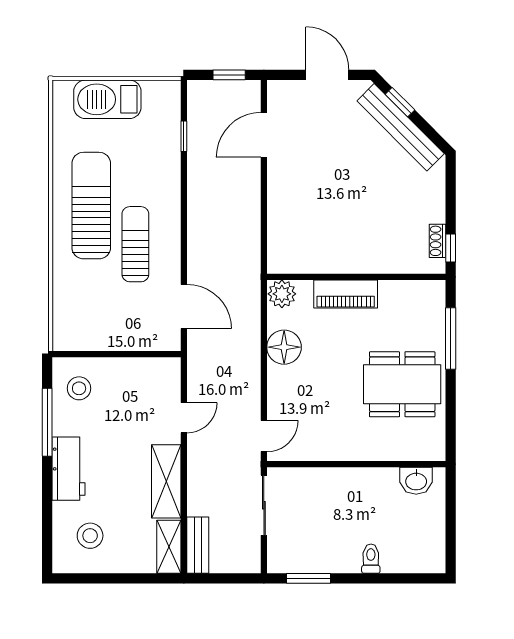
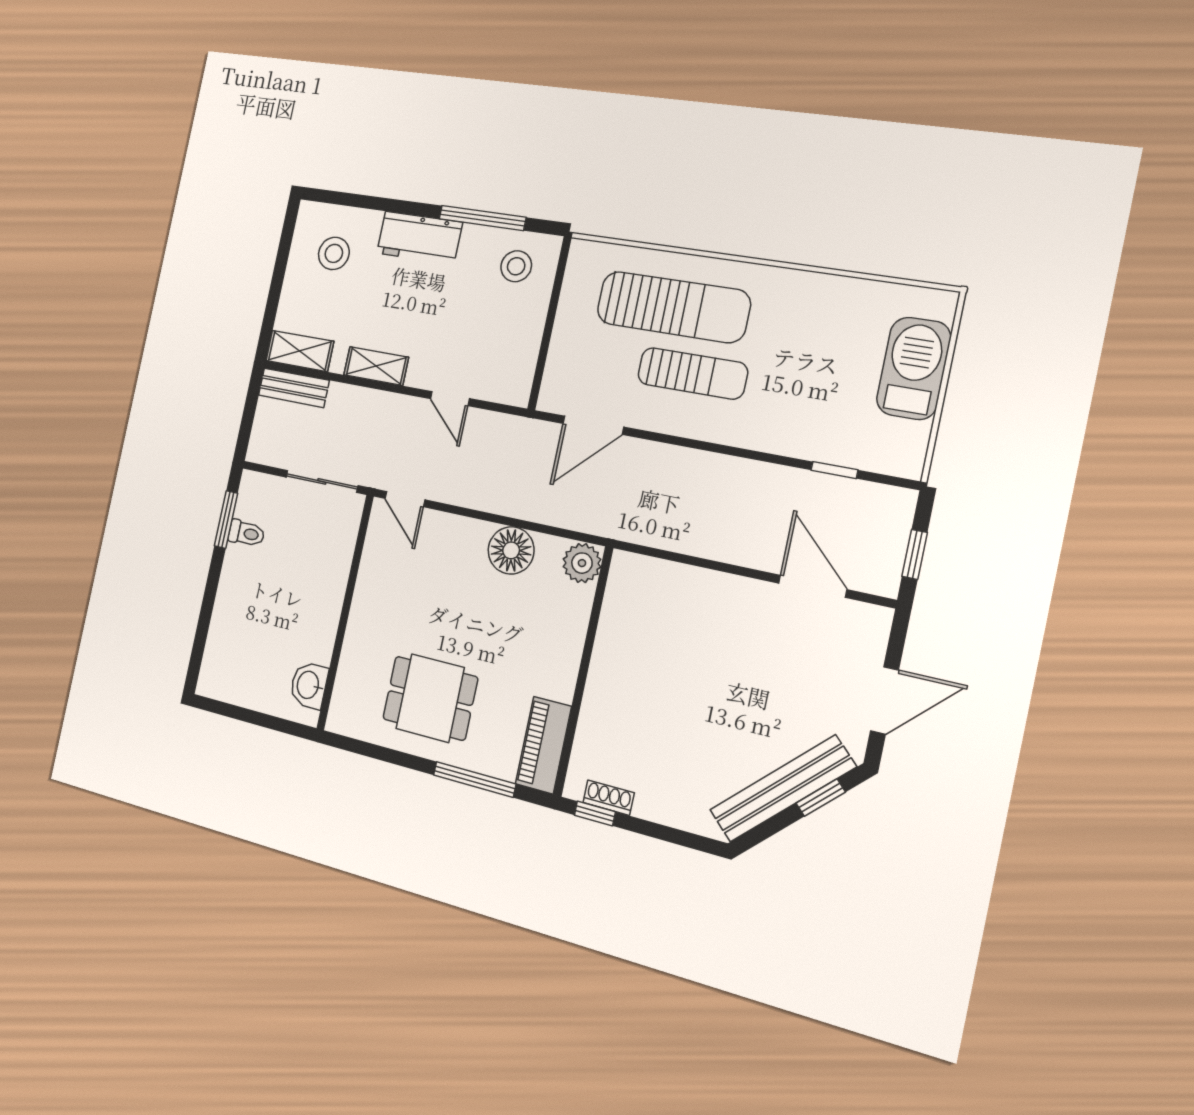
sun lounger: (91, 206) -> (673, 307), moved
piano: (346, 294) -> (543, 745), moved
dining table: (402, 384) -> (430, 698), width x0.73
shelving: (166, 481) -> (376, 366), width x0.67, depth x0.75
toilet: (371, 559) -> (246, 533), moved

